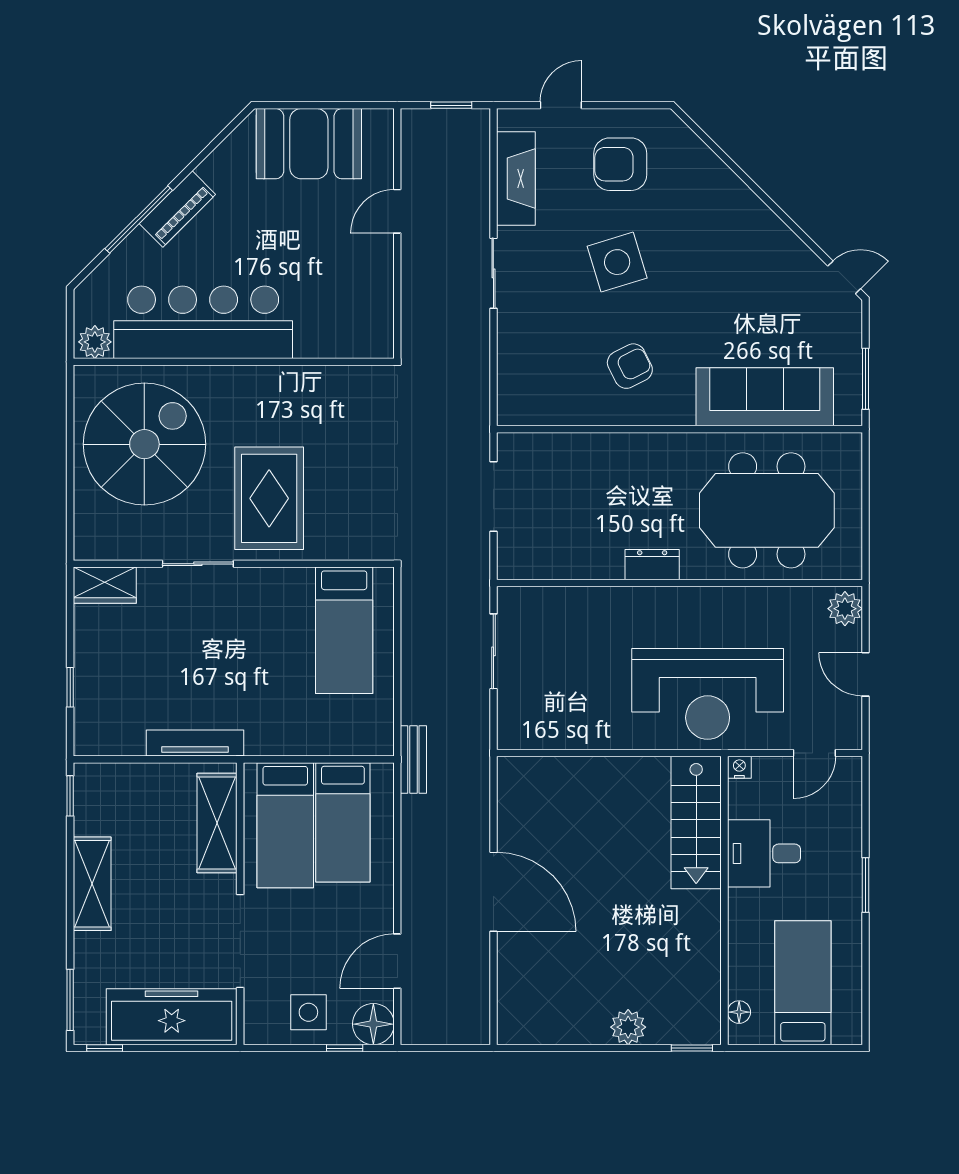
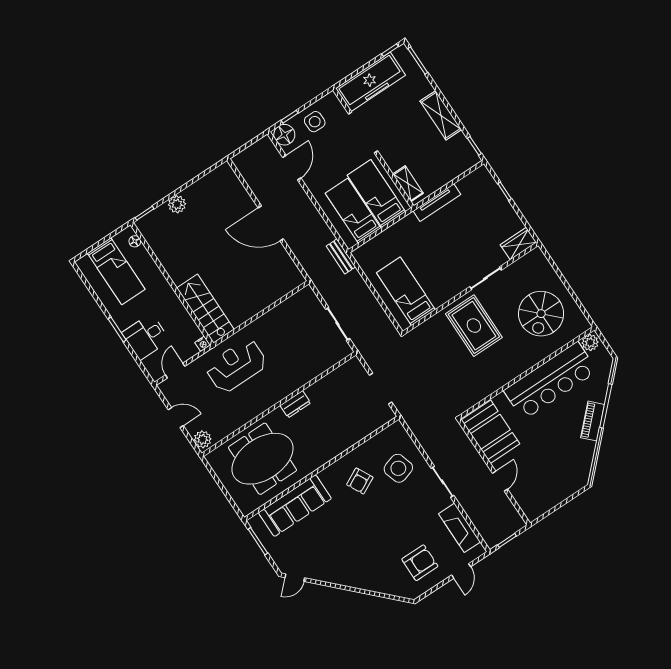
booth: (309, 144) -> (490, 432), moved, turned 90
side table: (617, 262) -> (398, 468), moved
spiral stairs: (144, 444) -> (541, 314), width x0.73, depth x0.73
reception desk: (708, 694) -> (236, 366), width x0.74, depth x0.77
shelving: (217, 823) -> (408, 184), width x0.67, depth x0.75
desk: (764, 853) -> (146, 337), moved, turned 180

